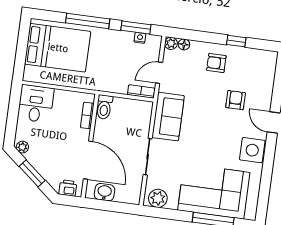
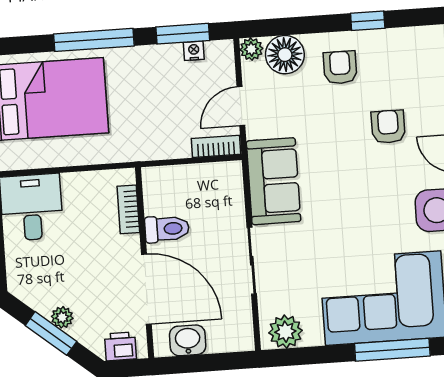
floor lamp: (184, 44) -> (285, 55), width x1.89, depth x1.89
armchair: (216, 63) -> (340, 67), turned 90
toilet: (104, 107) -> (167, 229), moved, turned -90
plant: (22, 147) -> (62, 317), moved

